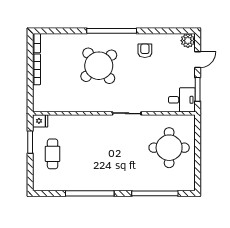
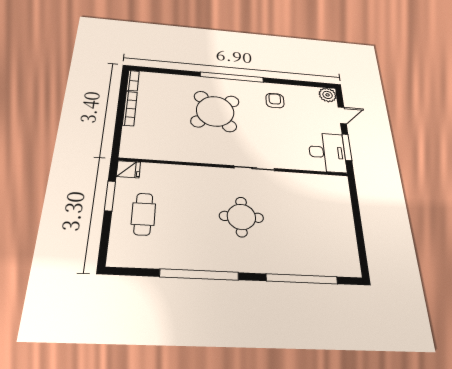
desk: (182, 100) -> (327, 152), width x1.37
round table: (169, 148) -> (241, 217), moved, width x0.73, depth x0.73

